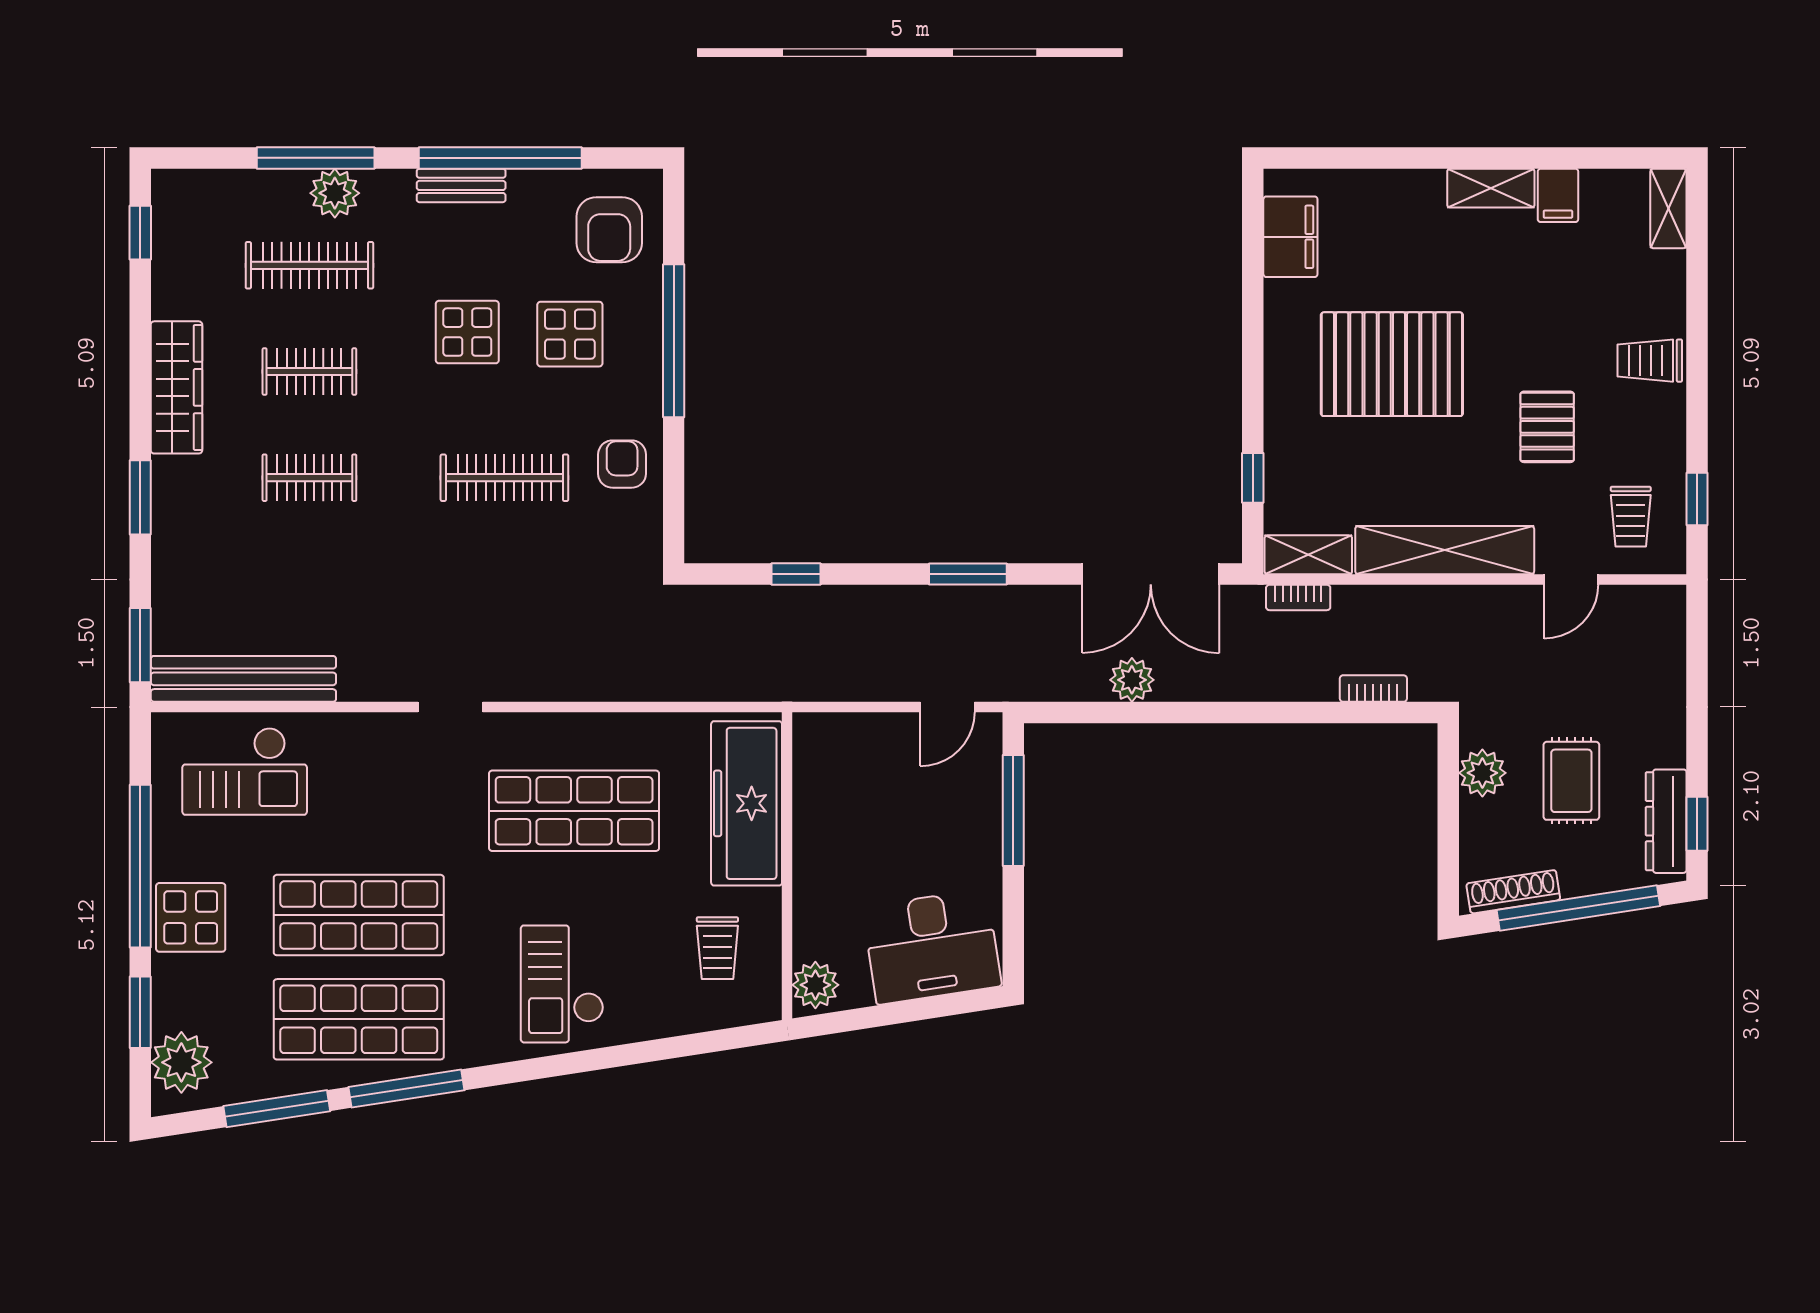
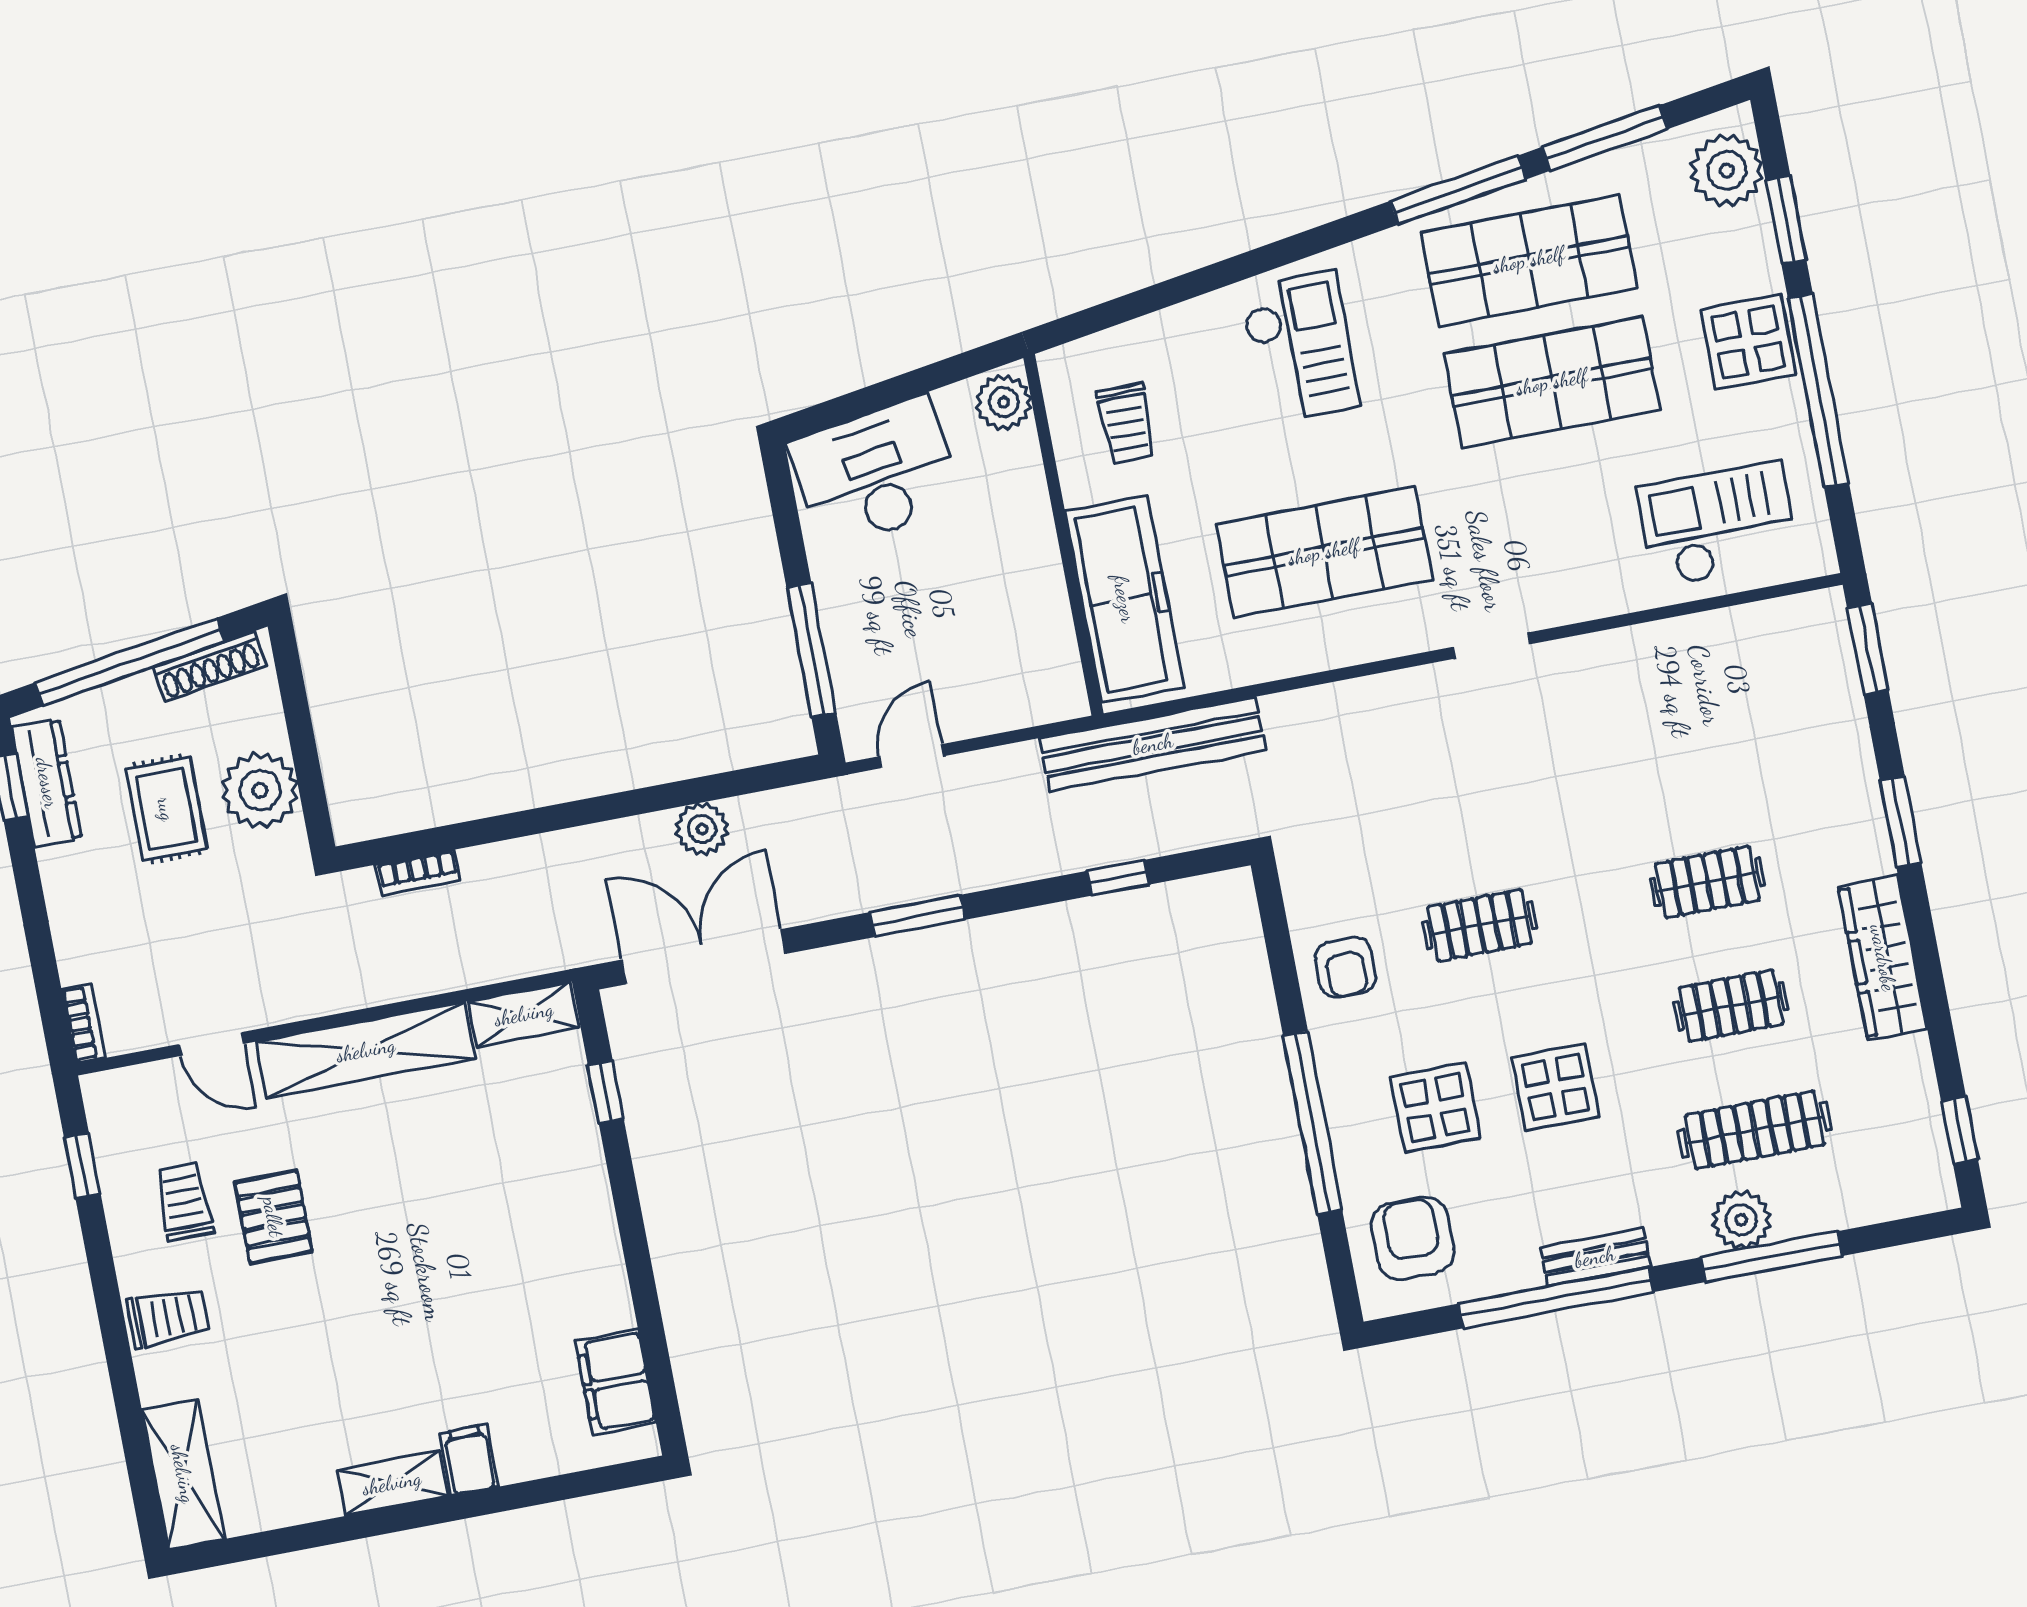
filing cabinet: (1558, 195) -> (469, 1460), moved
shelving: (1668, 208) -> (183, 1474), width x1.50, depth x1.33
pallet: (1392, 364) -> (469, 1255), removed
clothes rail: (504, 478) -> (1480, 925), width x0.73
trolley: (1631, 517) -> (184, 1202), moved
door: (1571, 580) -> (211, 1044), swing flipped
bookcase: (1298, 597) -> (83, 1023), moved, turned 90
bench: (243, 679) -> (1153, 744), moved
plant: (1482, 773) -> (260, 790), width x1.36, depth x1.36
trolley: (717, 948) -> (1126, 423), turned 180

